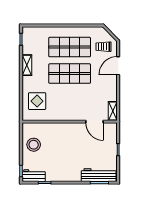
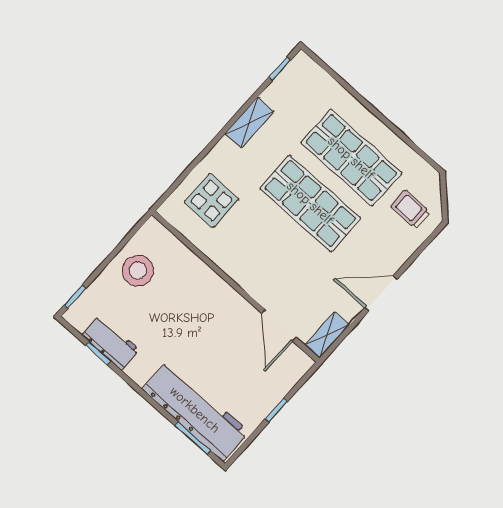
door: (118, 66) -> (381, 294), moved
workbench: (99, 175) -> (195, 410), width x1.36, depth x1.32
workbench: (34, 176) -> (111, 342), moved

